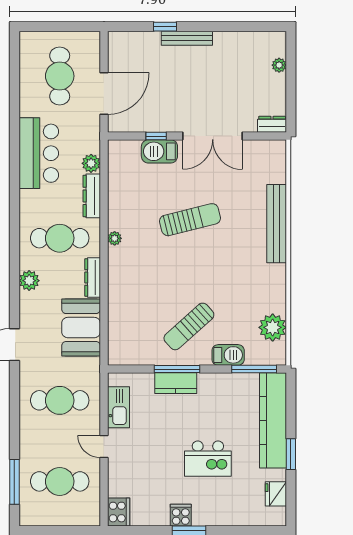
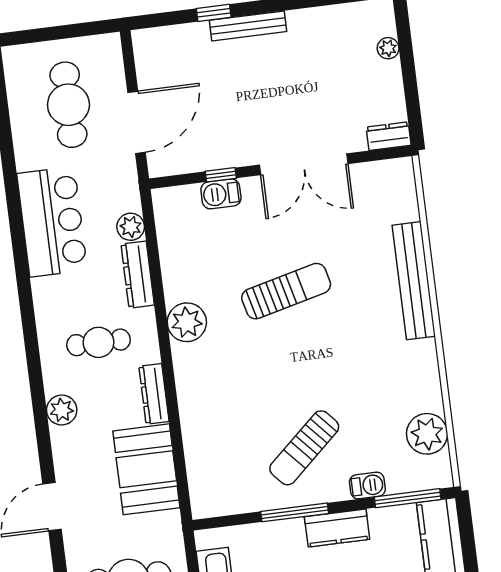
barbecue: (159, 151) -> (221, 194), width x0.73, depth x0.79
cafe table: (60, 238) -> (98, 342), width x0.73, depth x0.74
plant: (115, 238) -> (187, 322), width x1.87, depth x1.87
barbecue: (228, 355) -> (367, 486), width x0.73, depth x0.79
kitchen counter: (176, 383) -> (337, 528), moved

